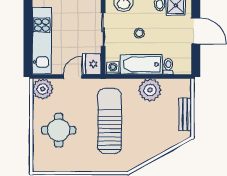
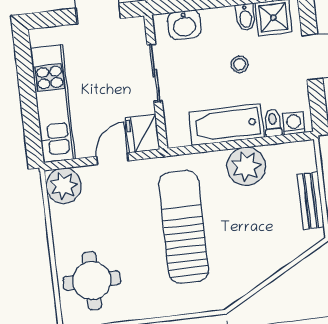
stool: (139, 33) -> (240, 64), moved
washing machine: (113, 68) -> (294, 123), moved
round table: (59, 130) -> (92, 281), moved

